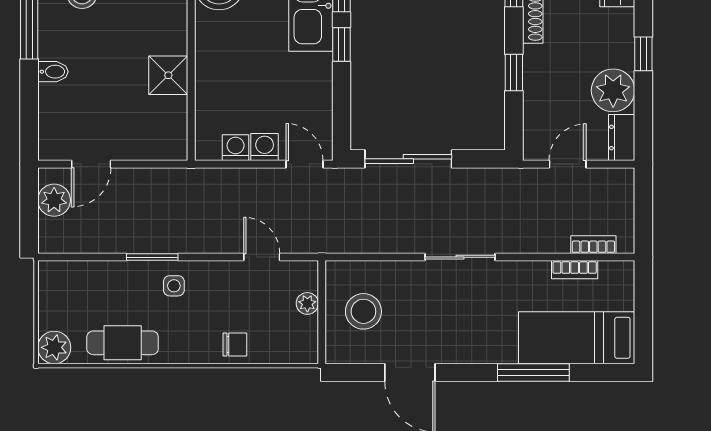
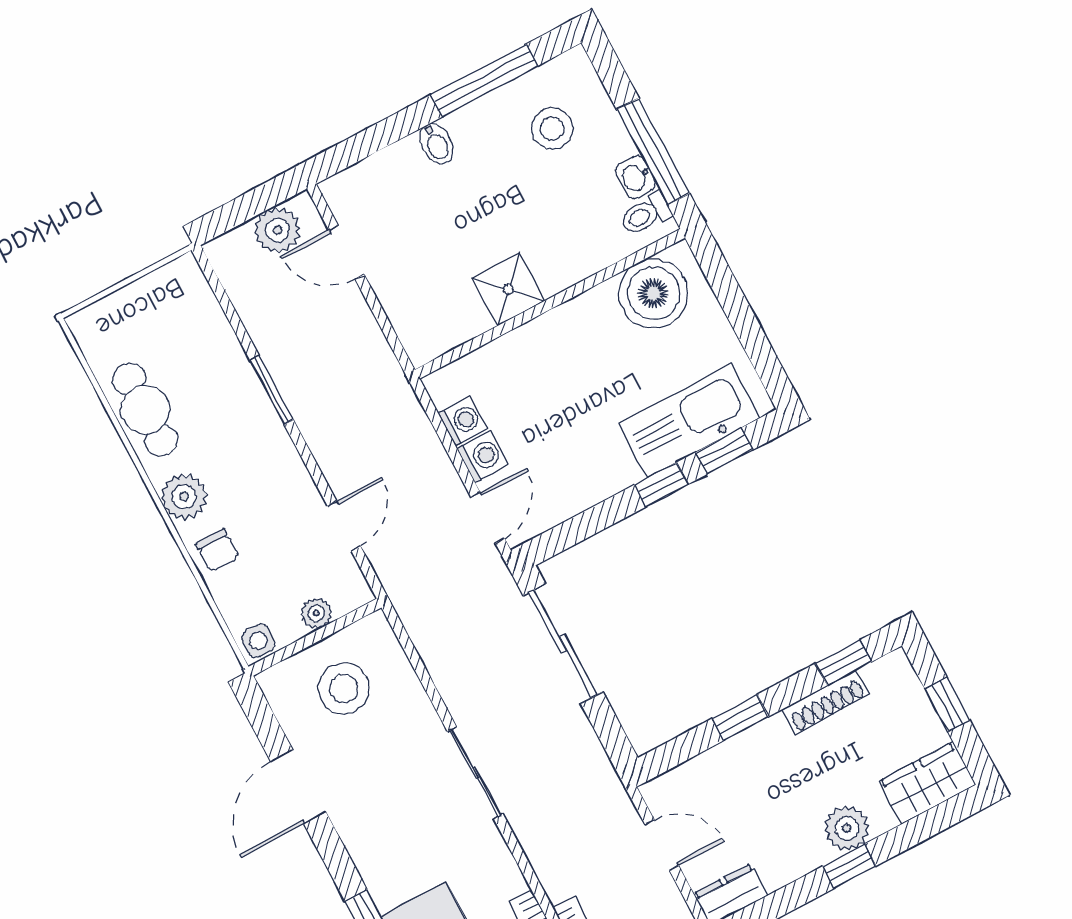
plant: (613, 90) -> (847, 828), moved, width x0.73, depth x0.73
side table: (174, 286) -> (258, 641), moved
plant: (54, 347) -> (184, 497), moved

